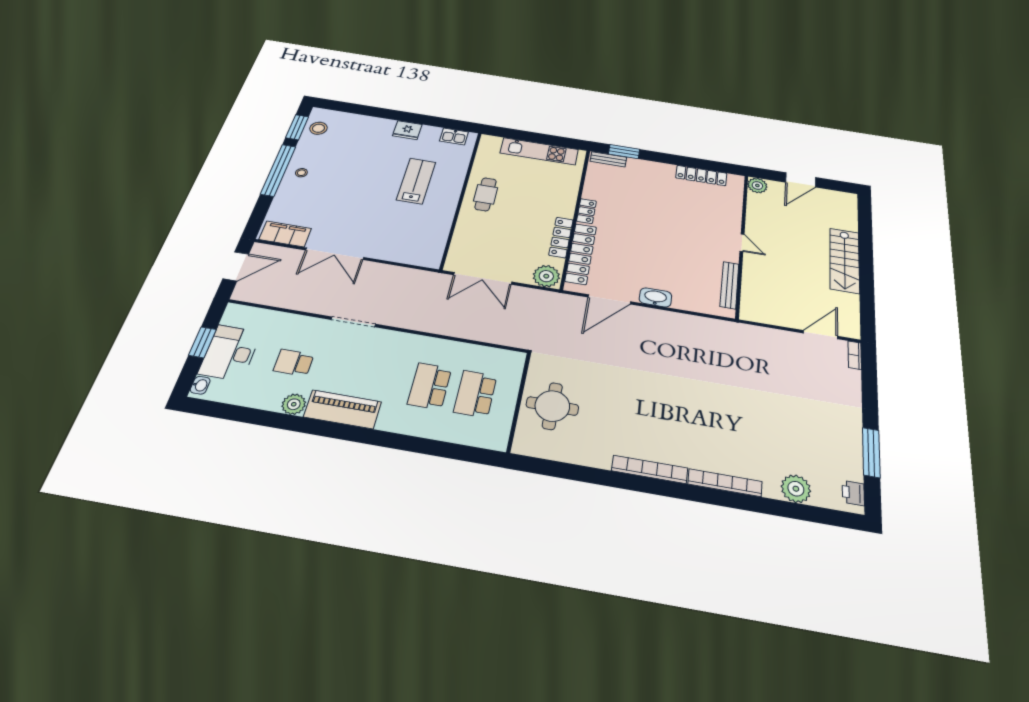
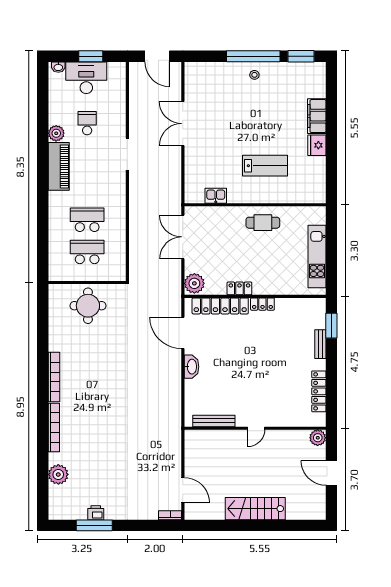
stool: (318, 128) -> (304, 74), removed
kitchen sink: (454, 136) -> (216, 196), moved, turned 90
bench: (608, 159) -> (320, 344), moved
filing cabinet: (285, 234) -> (317, 116), moved, turned 180
locker: (561, 237) -> (239, 288), width x0.66
printer: (853, 493) -> (96, 513), moved

